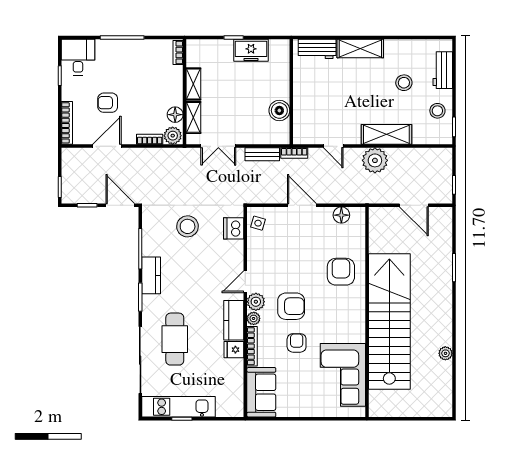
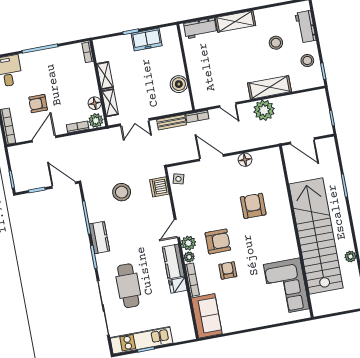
wall: (367, 312) -> (296, 232), moved
stairs: (389, 321) -> (316, 236), moved
corner sofa: (343, 375) -> (286, 287), moved

